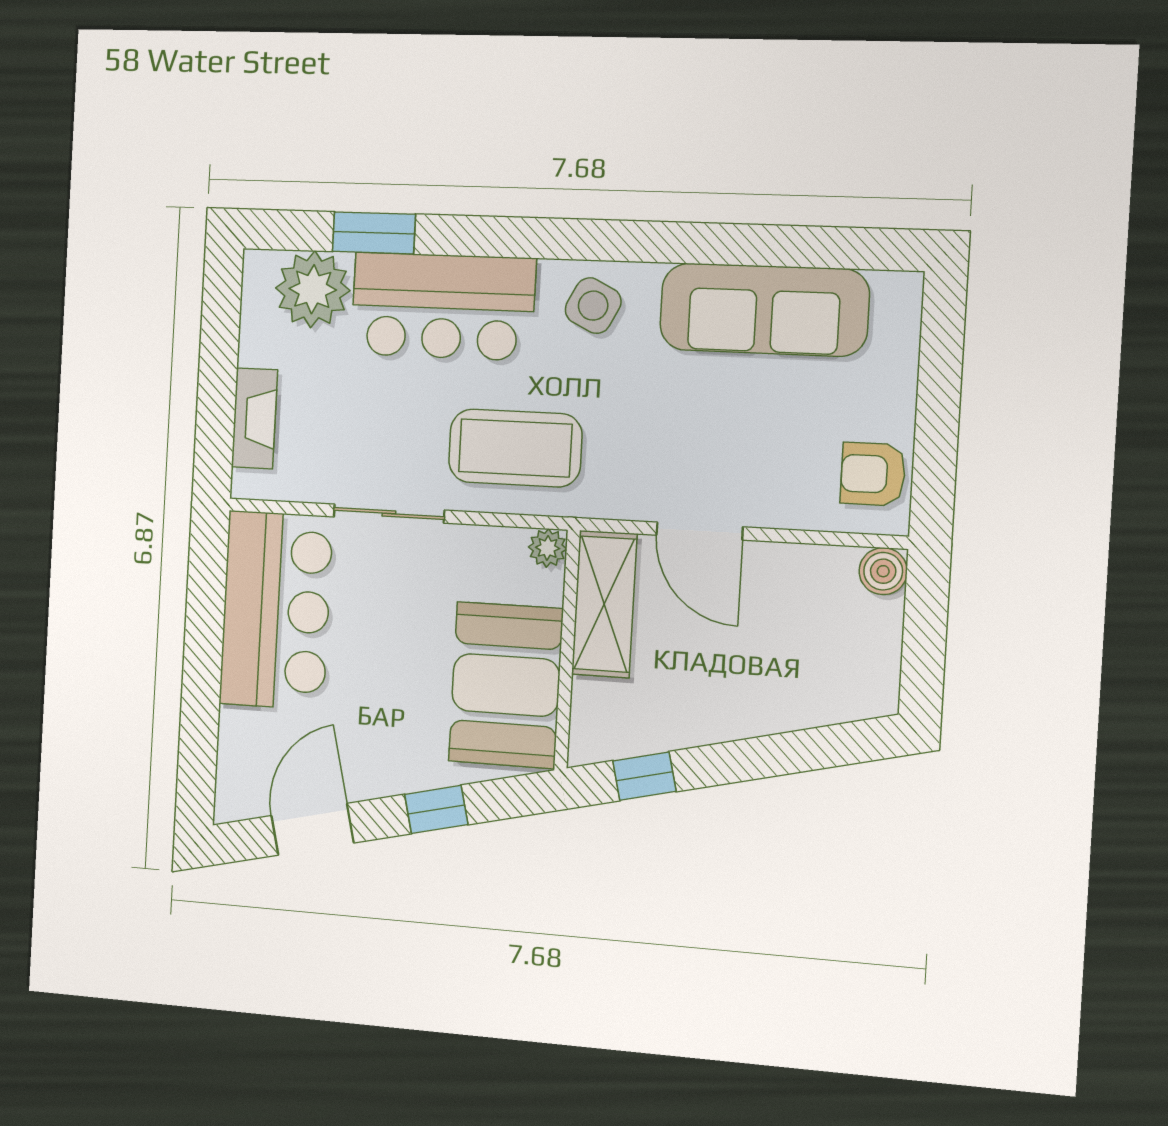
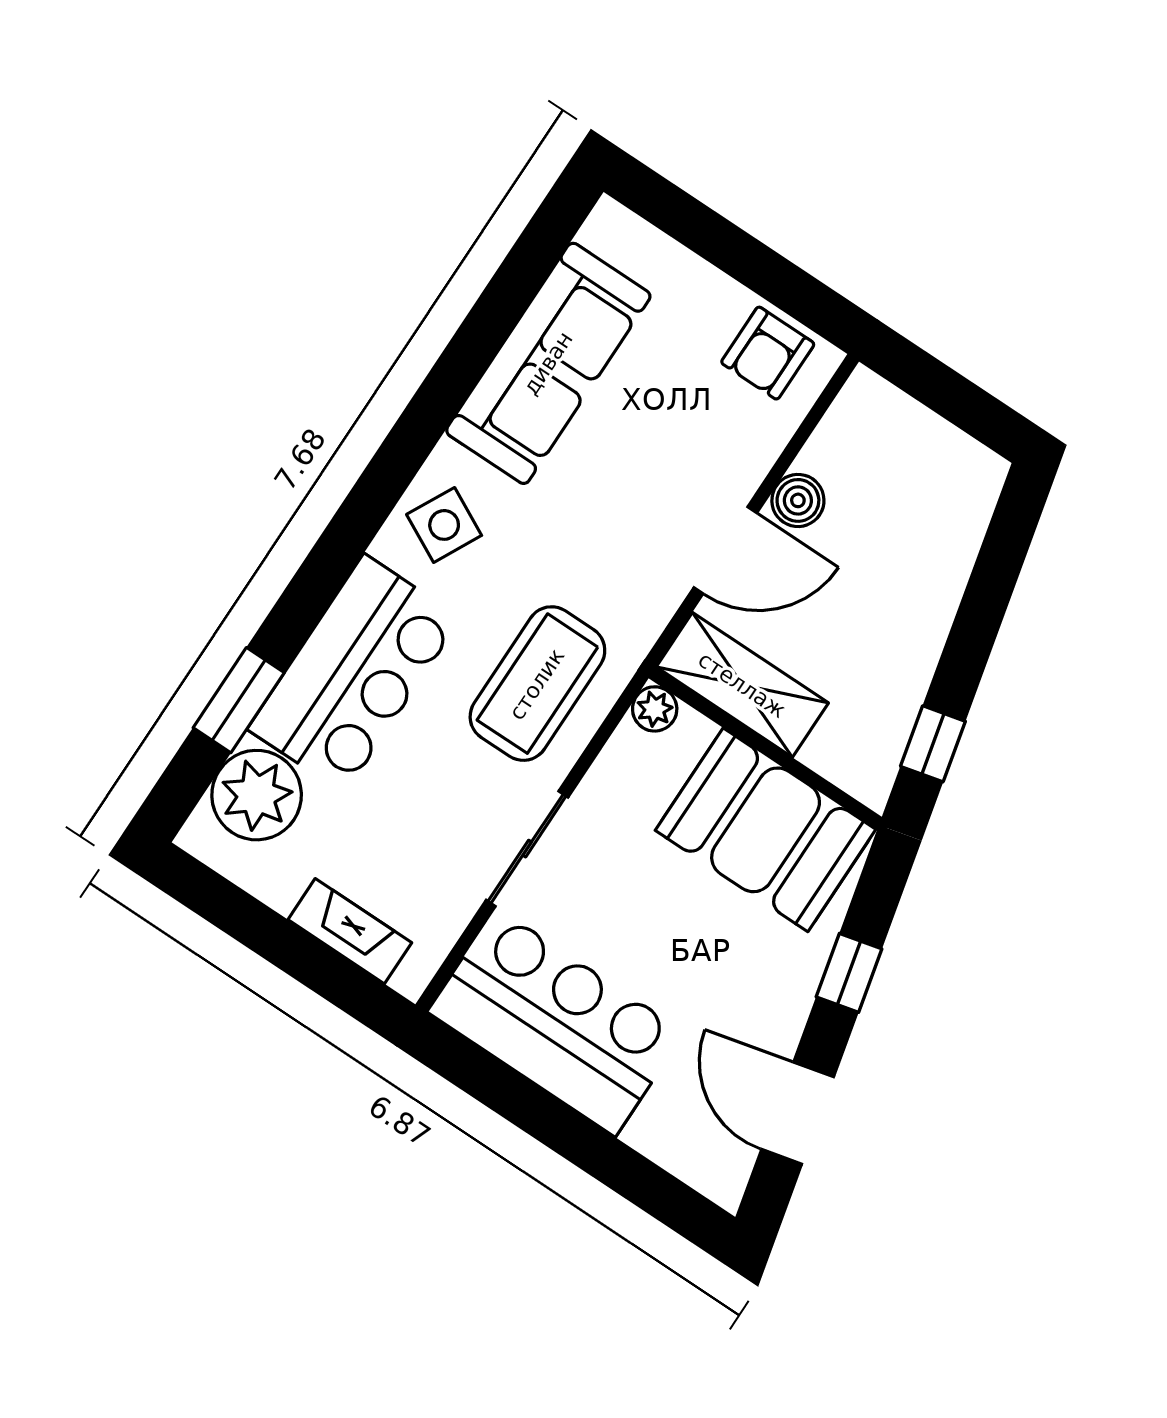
boiler: (883, 571) -> (798, 500), moved

